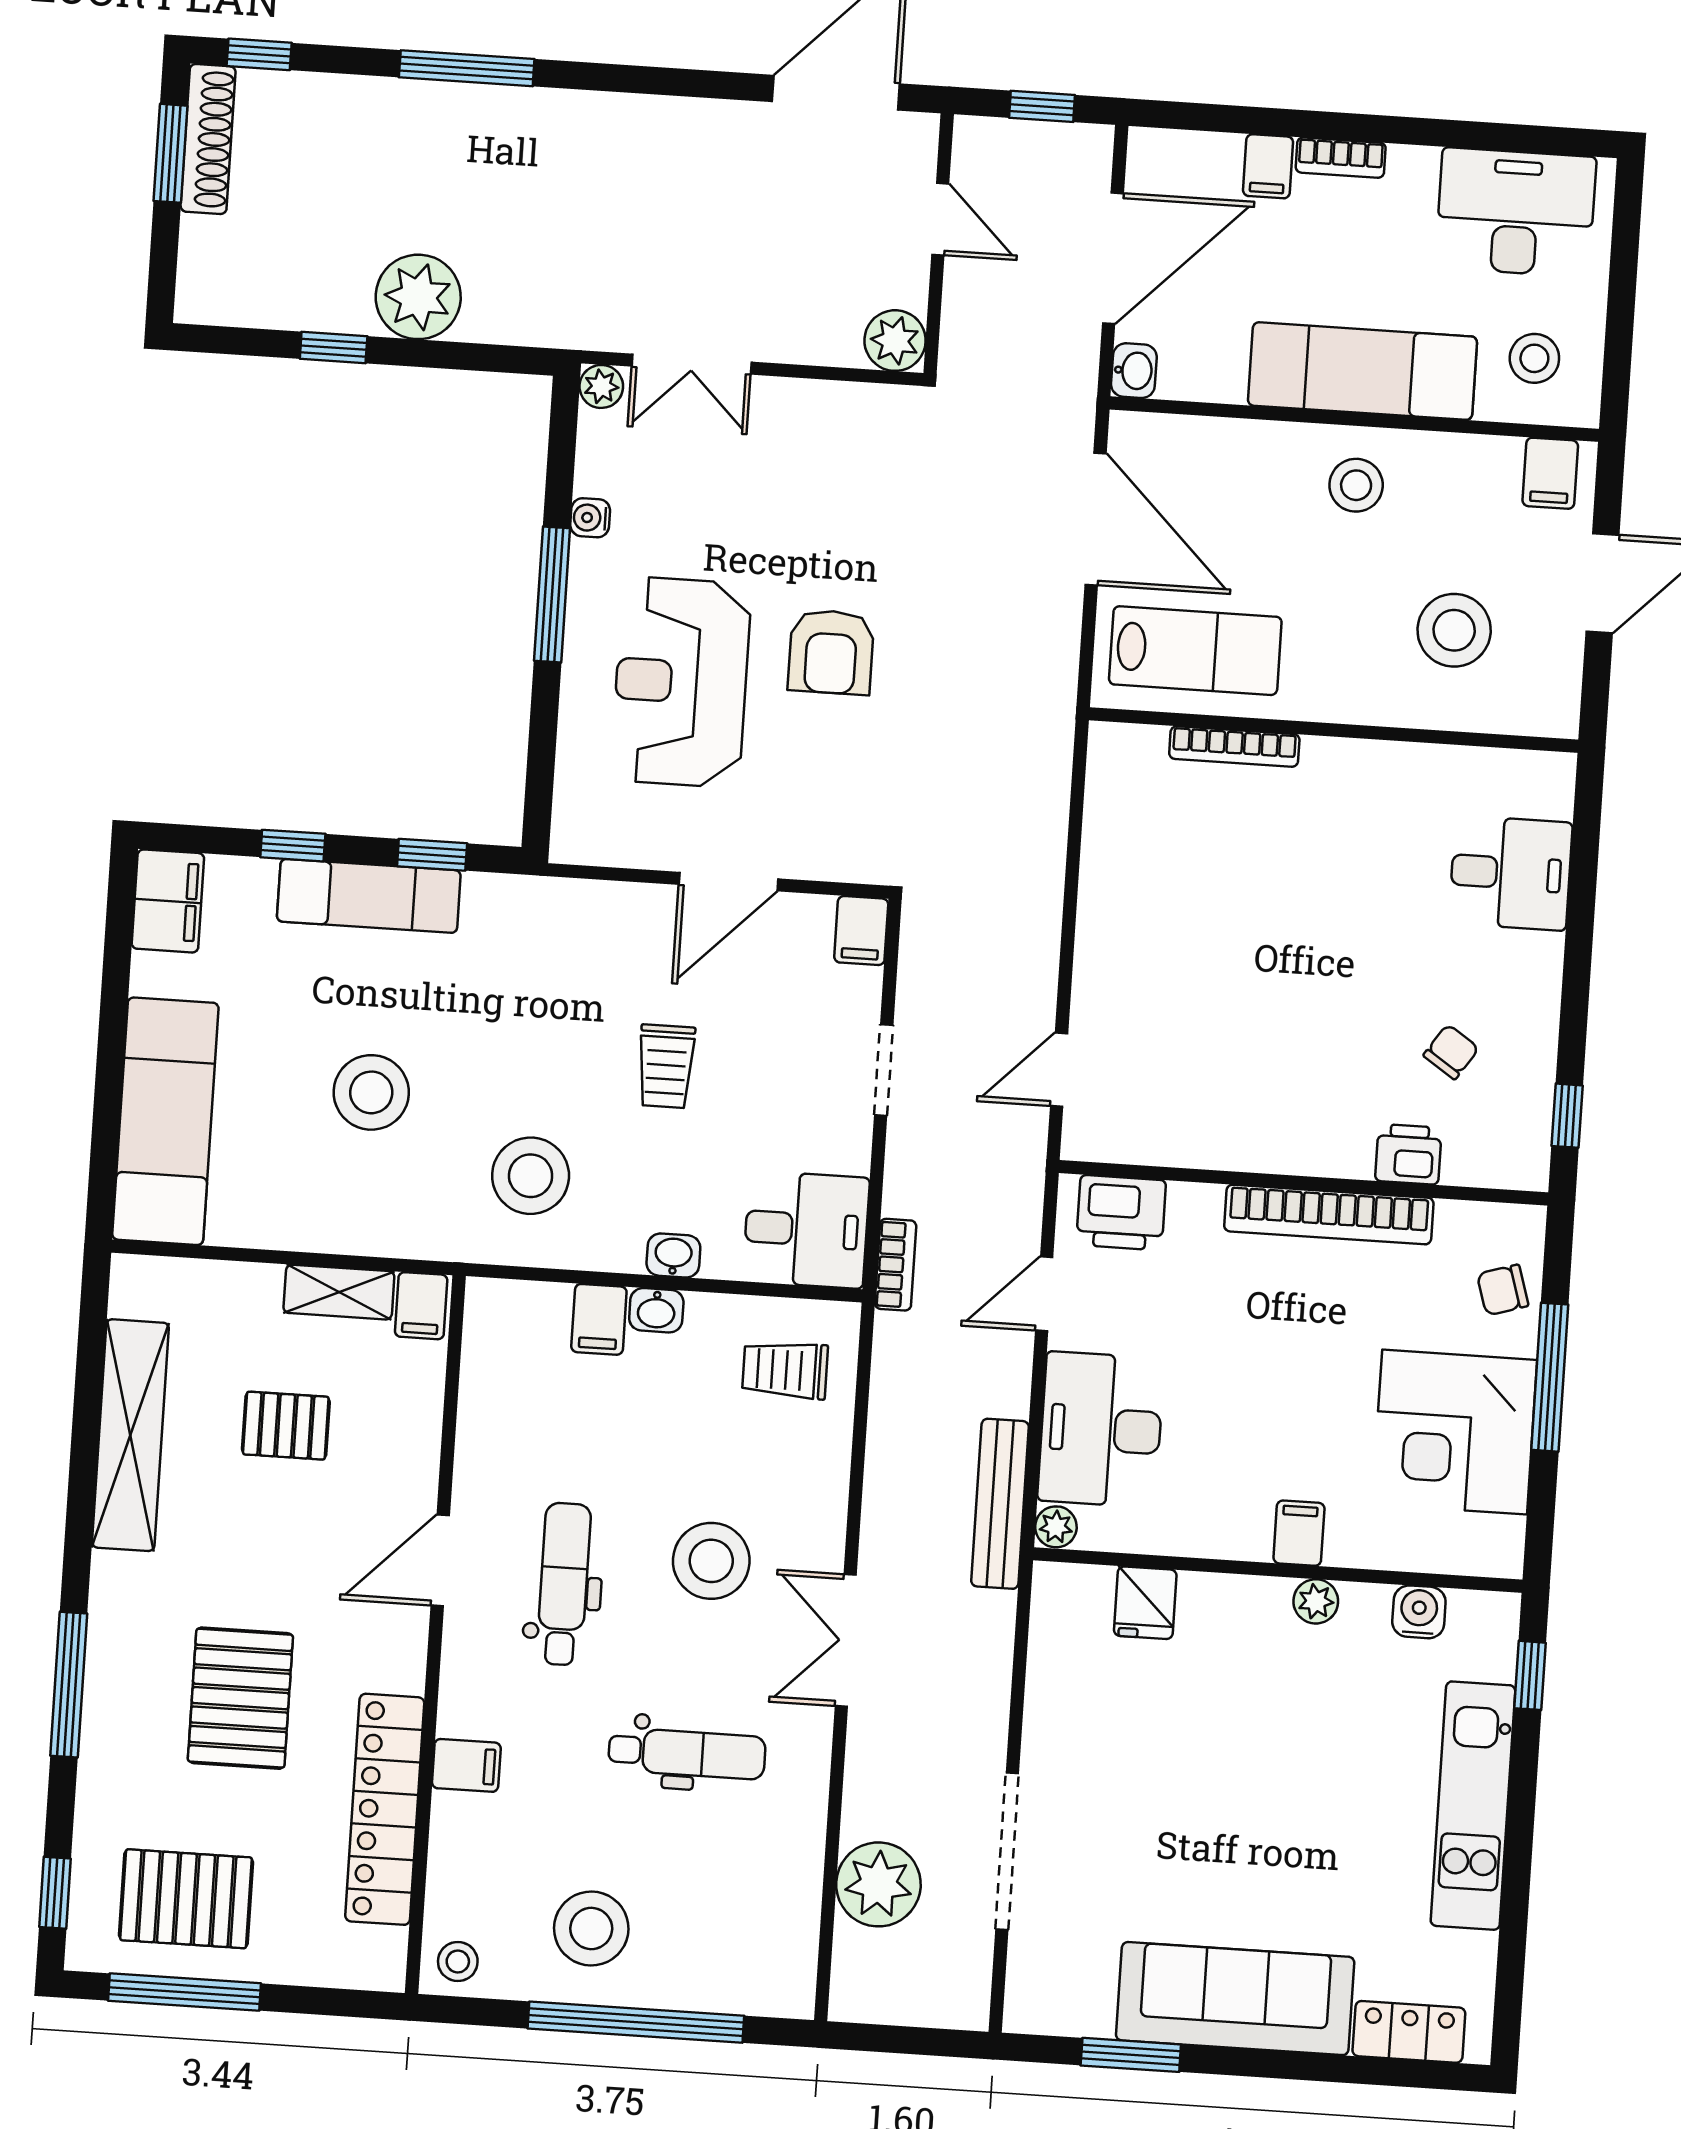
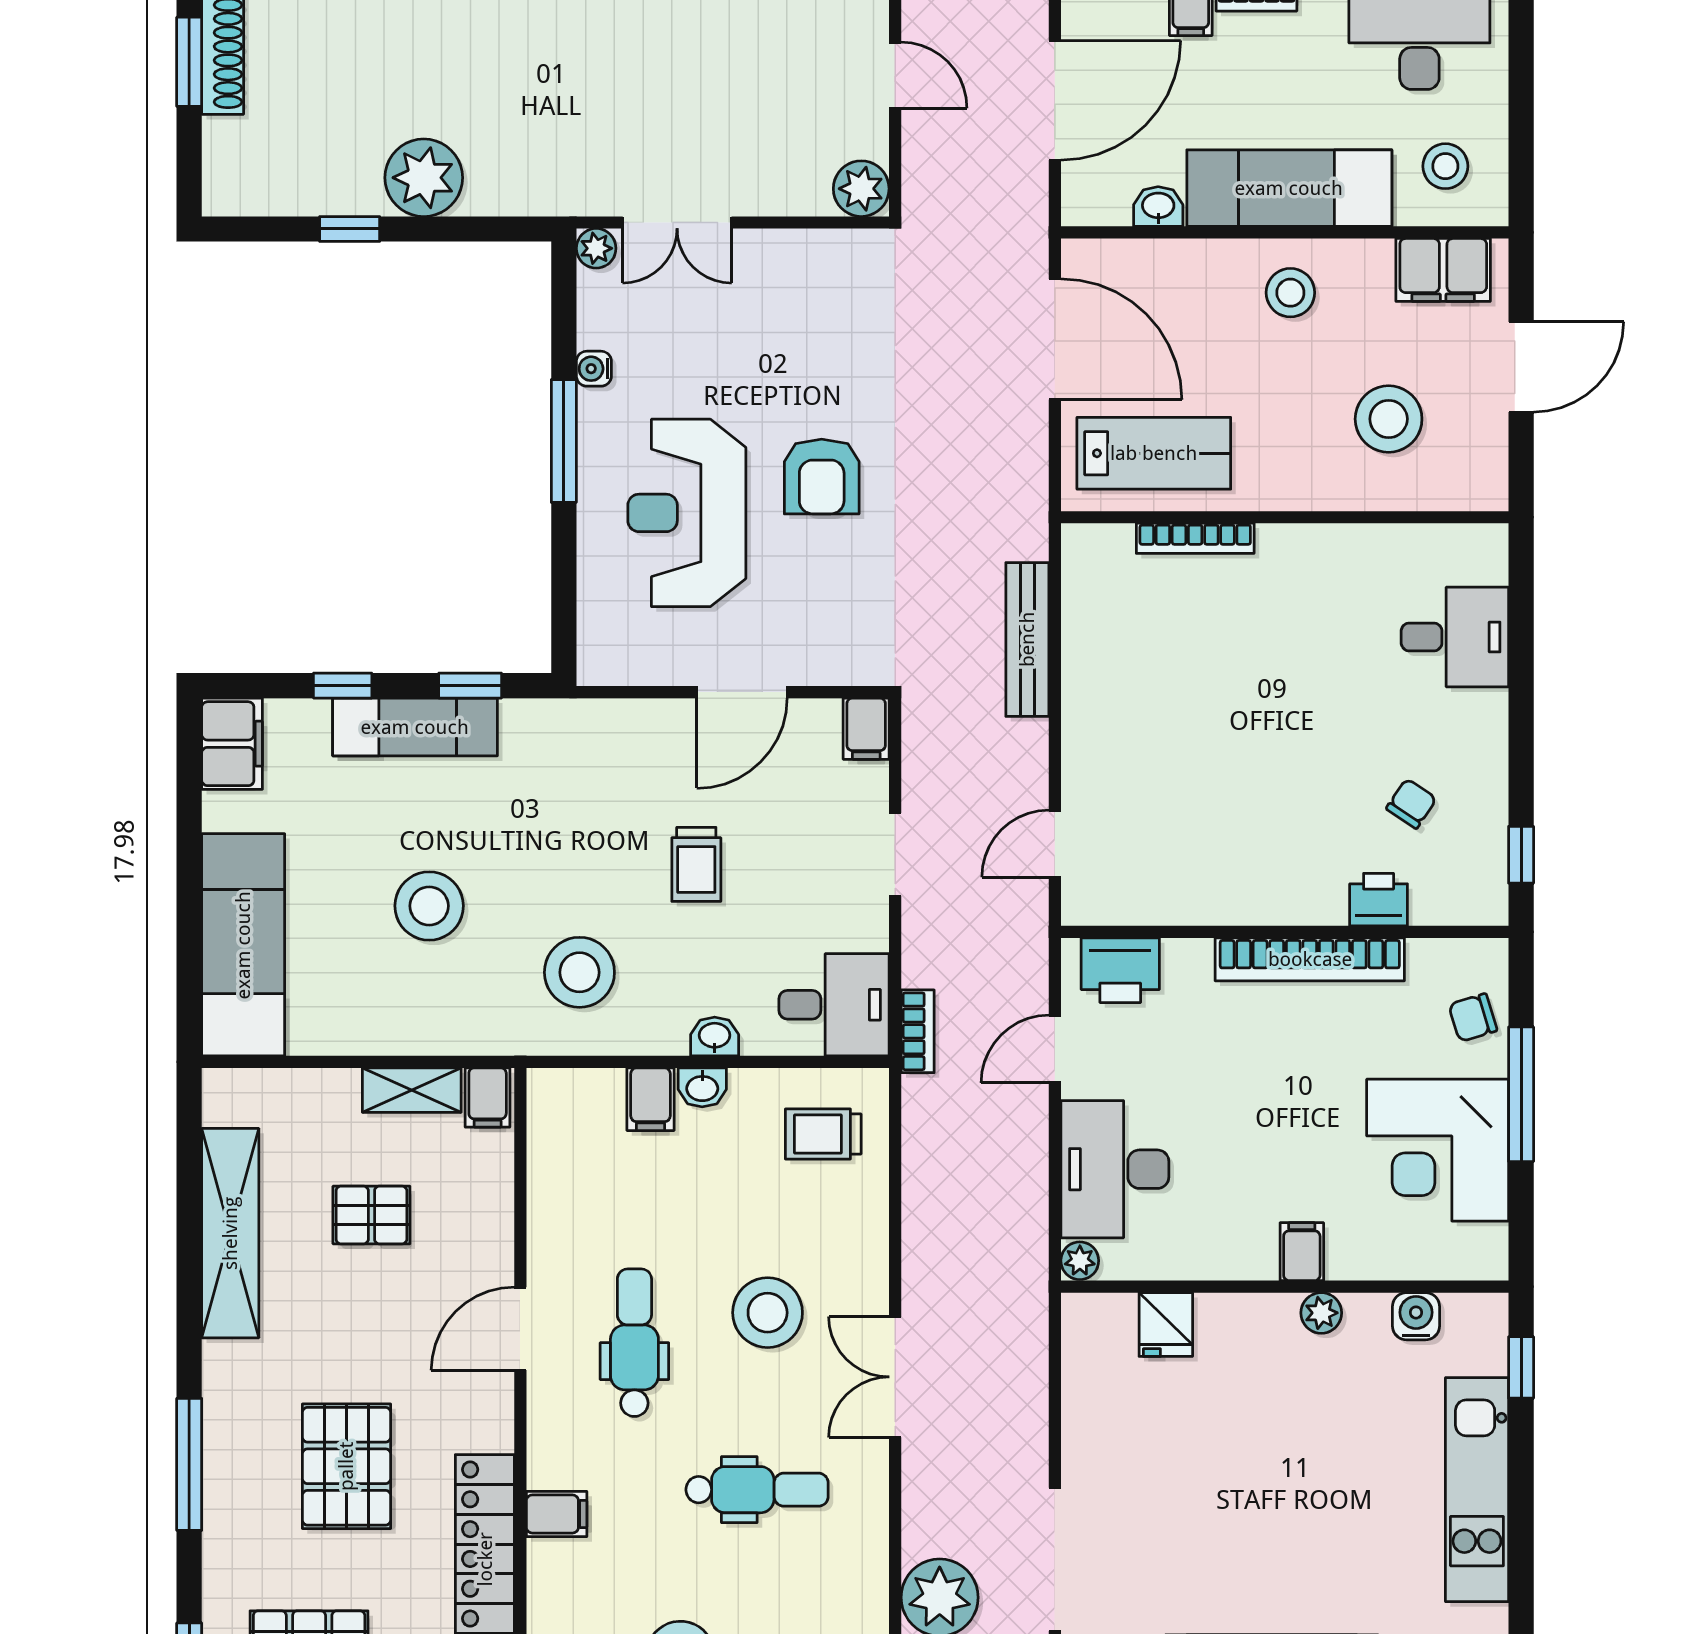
washbasin: (1134, 371) -> (1158, 207), moved, turned -90
filing cabinet: (1550, 473) -> (1443, 270), width x2.00
bench: (1000, 1504) -> (1027, 639), moved

